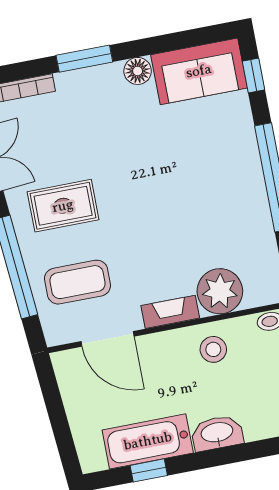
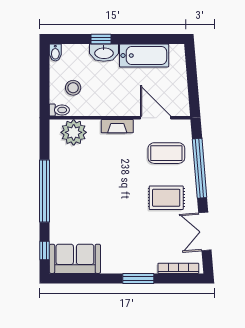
floor lamp: (138, 71) -> (109, 266), removed
plant: (220, 291) -> (74, 132), moved
stool: (213, 349) -> (73, 88), moved
window: (149, 470) -> (101, 39), moved

